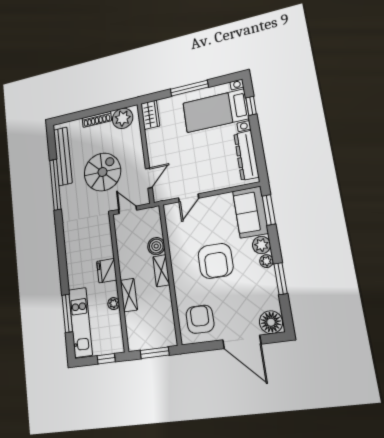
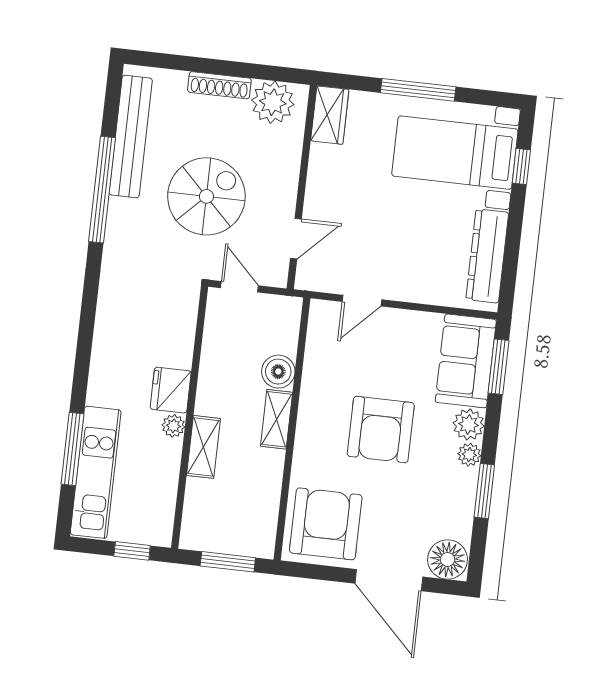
plant: (114, 304) -> (173, 426), moved
armchair: (200, 319) -> (326, 524), width x1.36, depth x1.36

